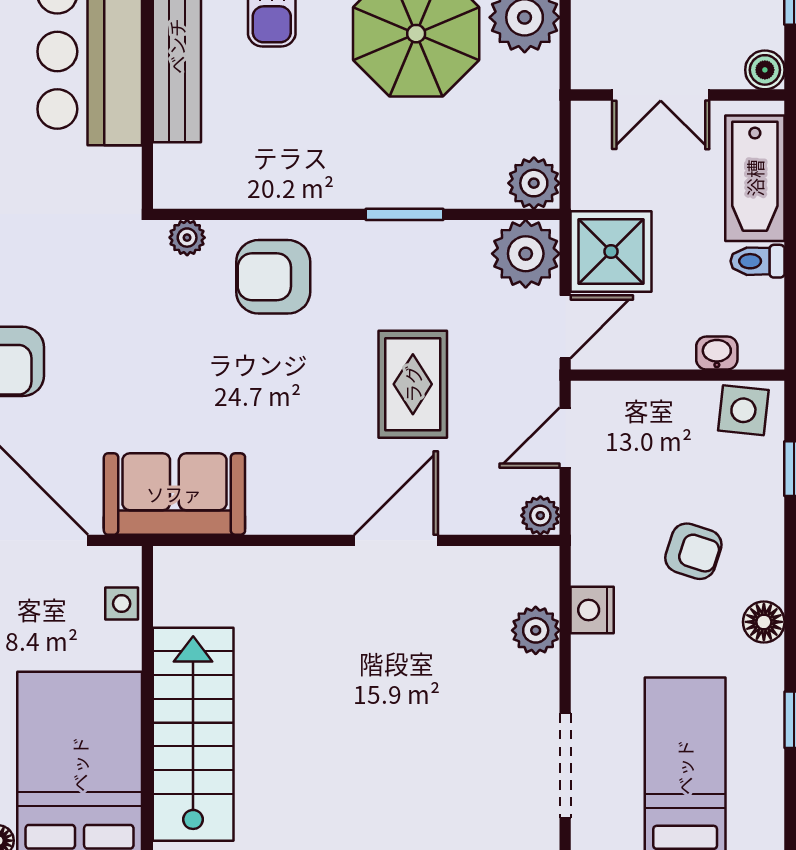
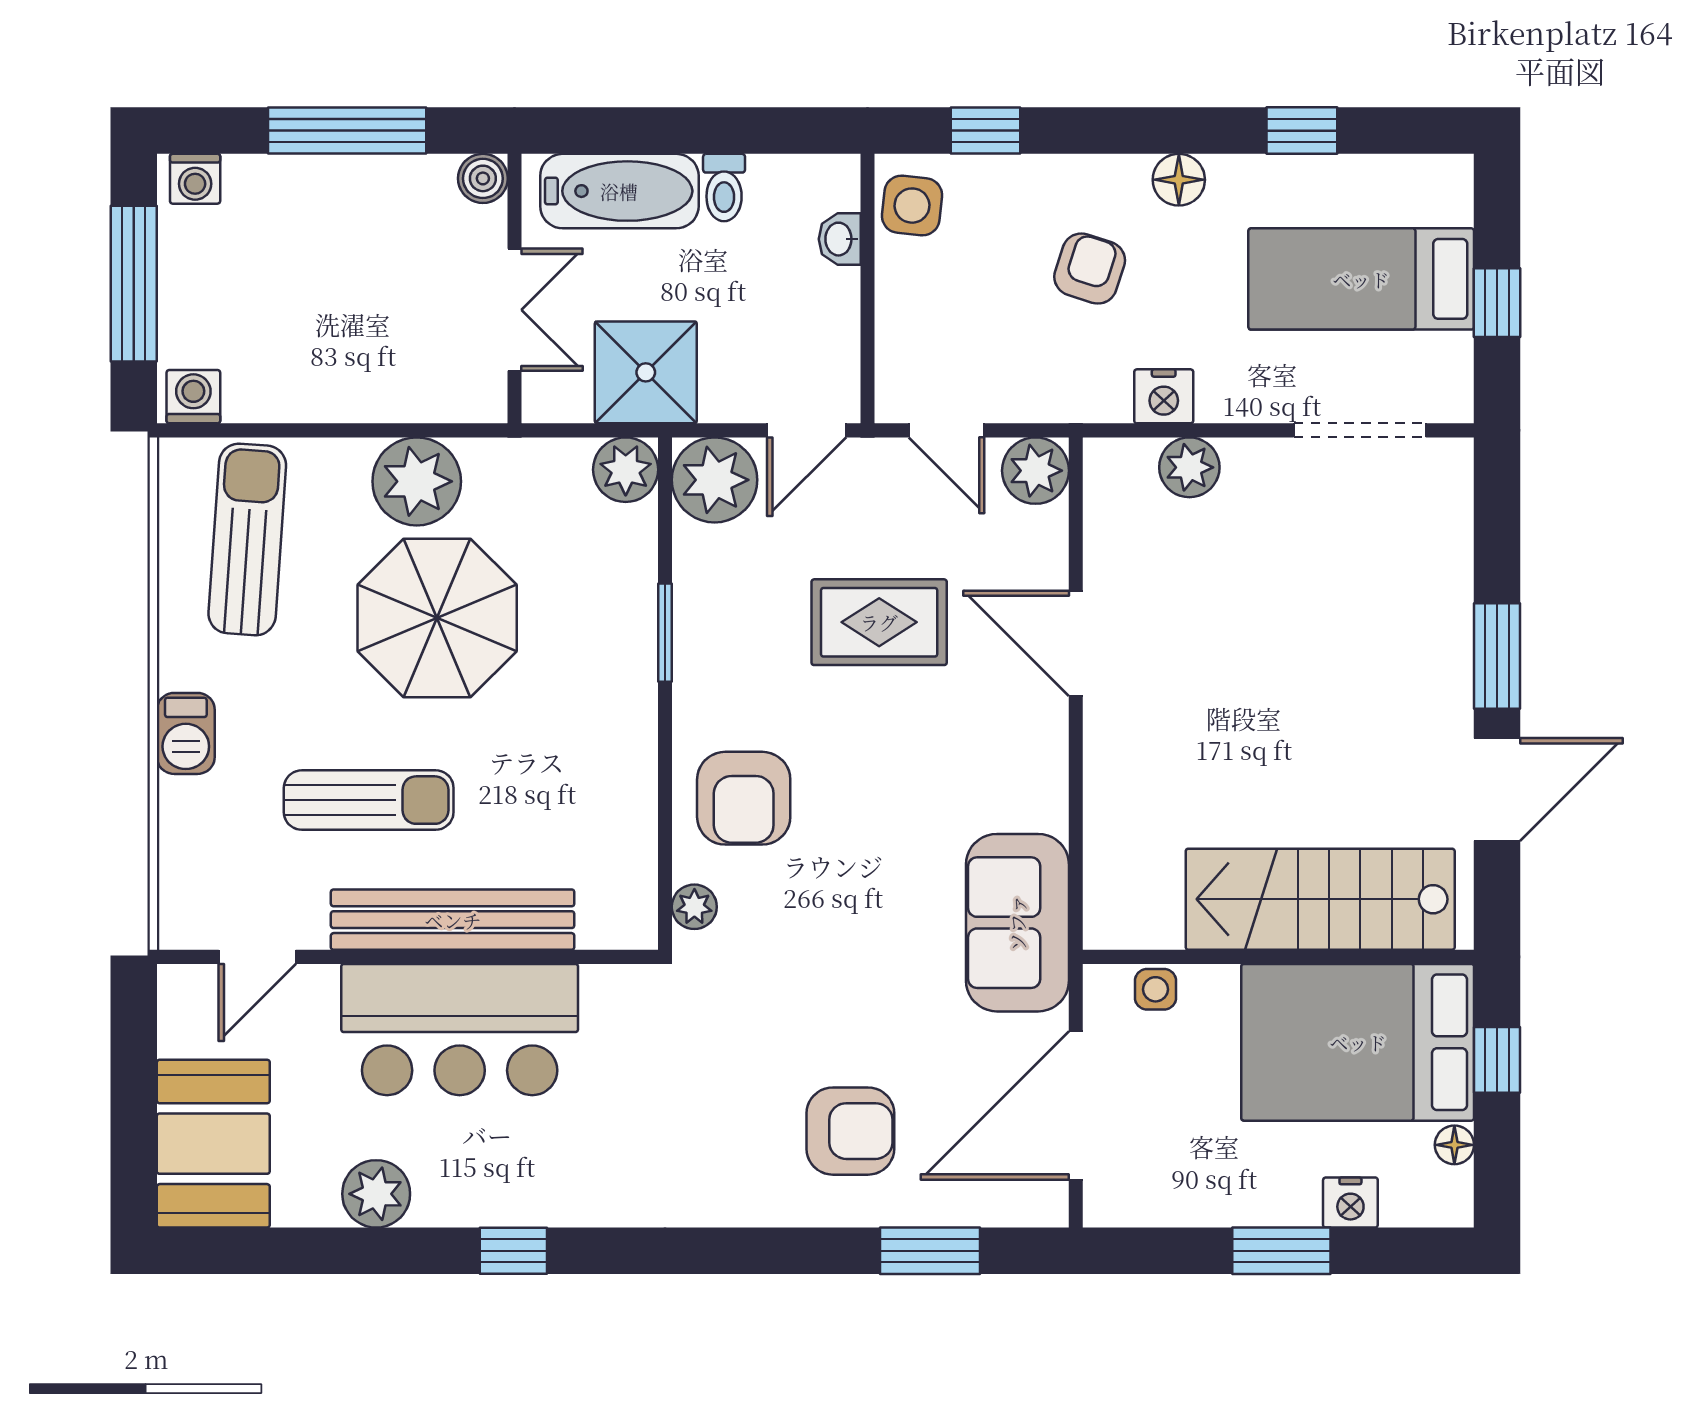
shower: (611, 251) -> (646, 372), moved
door: (565, 327) -> (807, 430), swing flipped
plant: (540, 516) -> (1036, 471), width x1.38, depth x1.38

